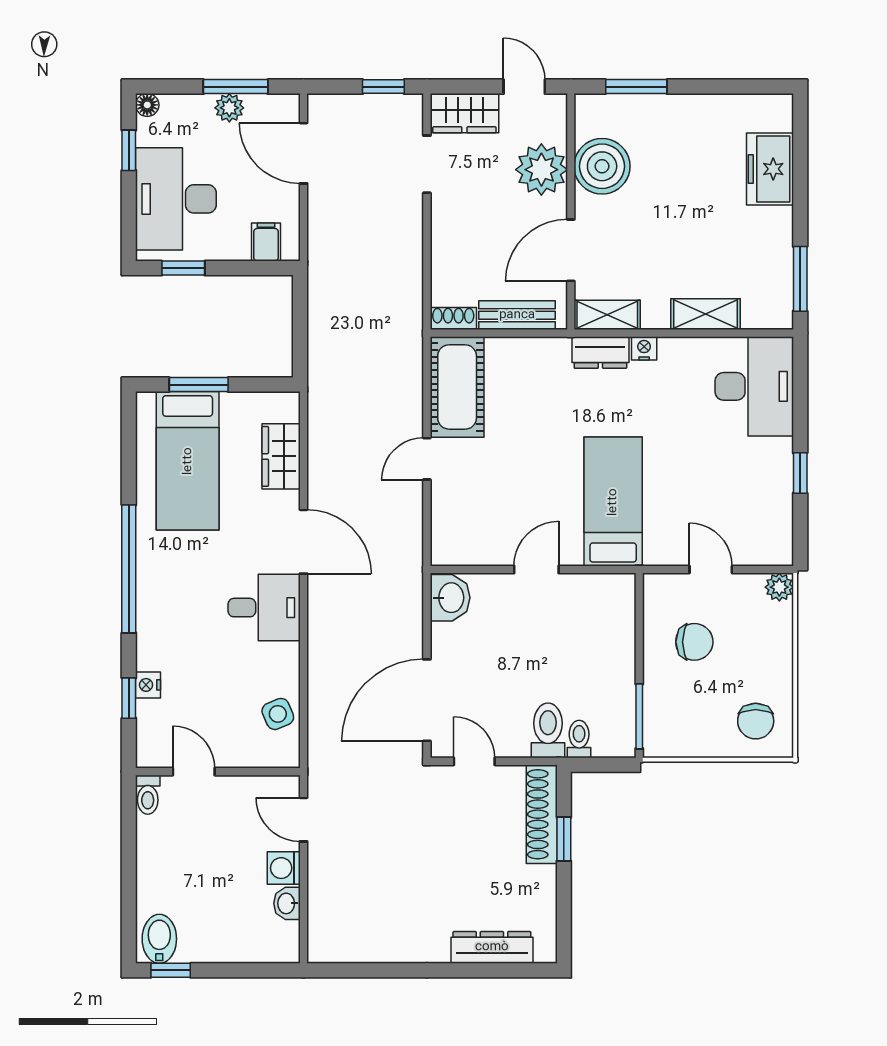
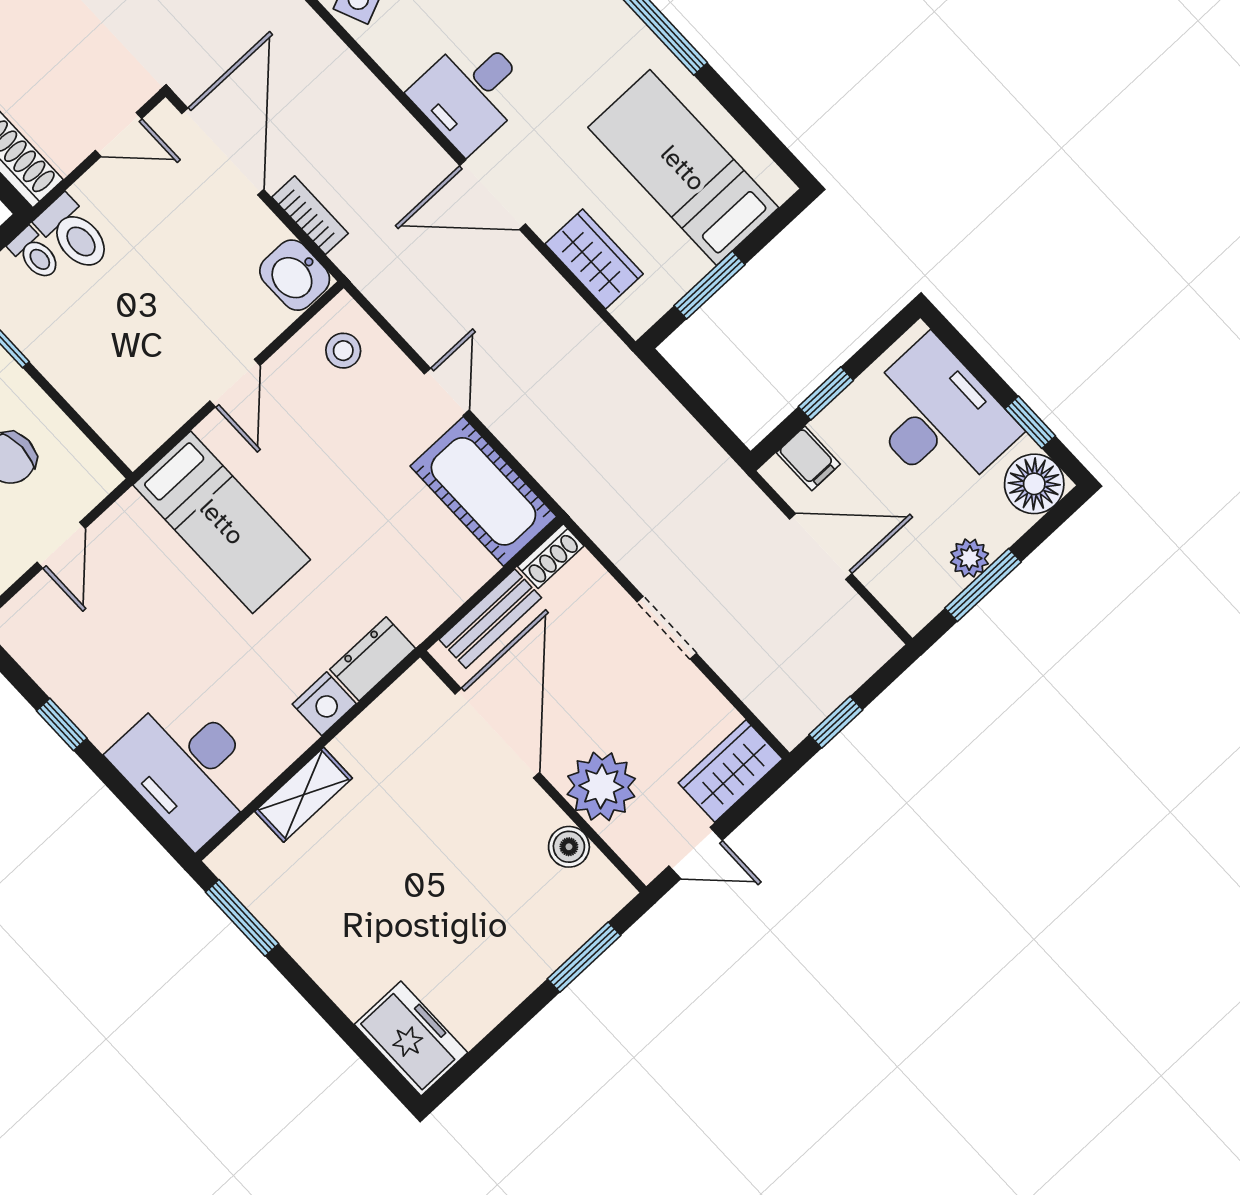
floor lamp: (147, 105) -> (1034, 484), width x1.89, depth x1.89
door: (304, 153) -> (821, 546), moved
doorway: (427, 164) -> (667, 628), moved
boiler: (602, 166) -> (569, 847), width x0.54, depth x0.54
freezer: (770, 169) -> (411, 1039), moved
door: (571, 250) -> (497, 733), width x1.36
window: (183, 268) -> (826, 393), moved
shelving: (607, 315) -> (401, 703), removed
nightstand: (644, 348) -> (324, 704), width x1.39, depth x1.35
window: (199, 385) -> (709, 285), moved
stool: (462, 533) -> (343, 351), added
door: (711, 570) -> (61, 545), hinge flipped
bookcase: (412, 622) -> (310, 215), added

